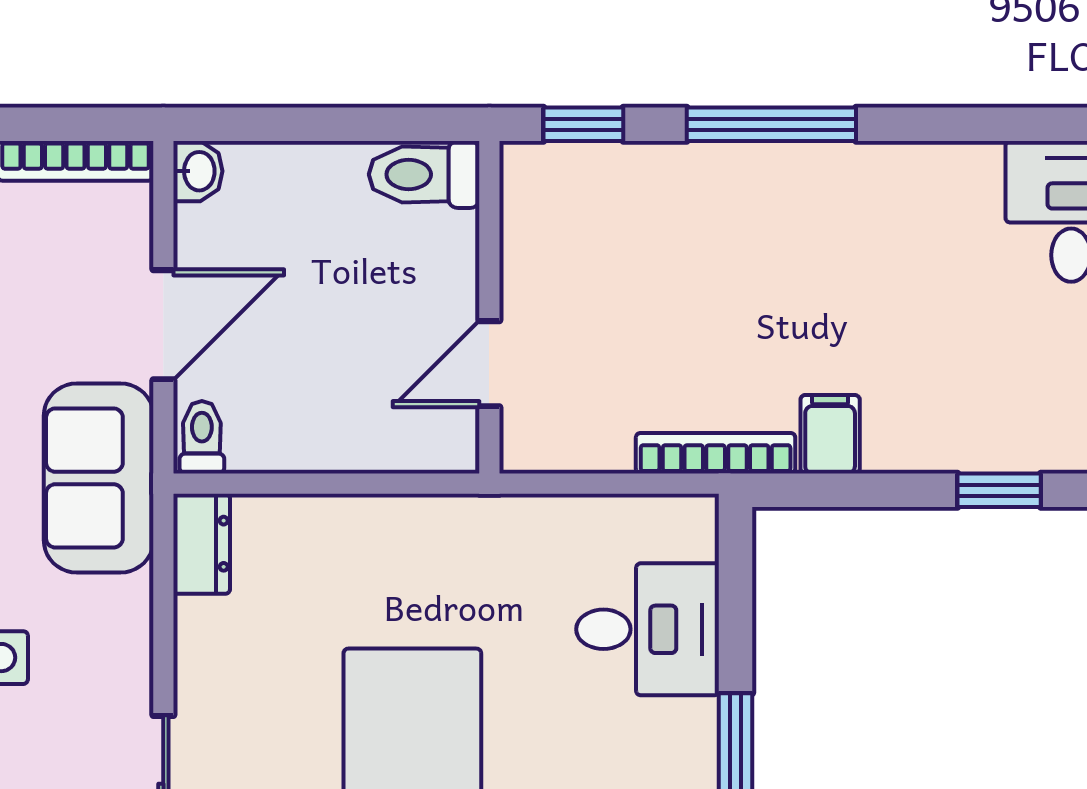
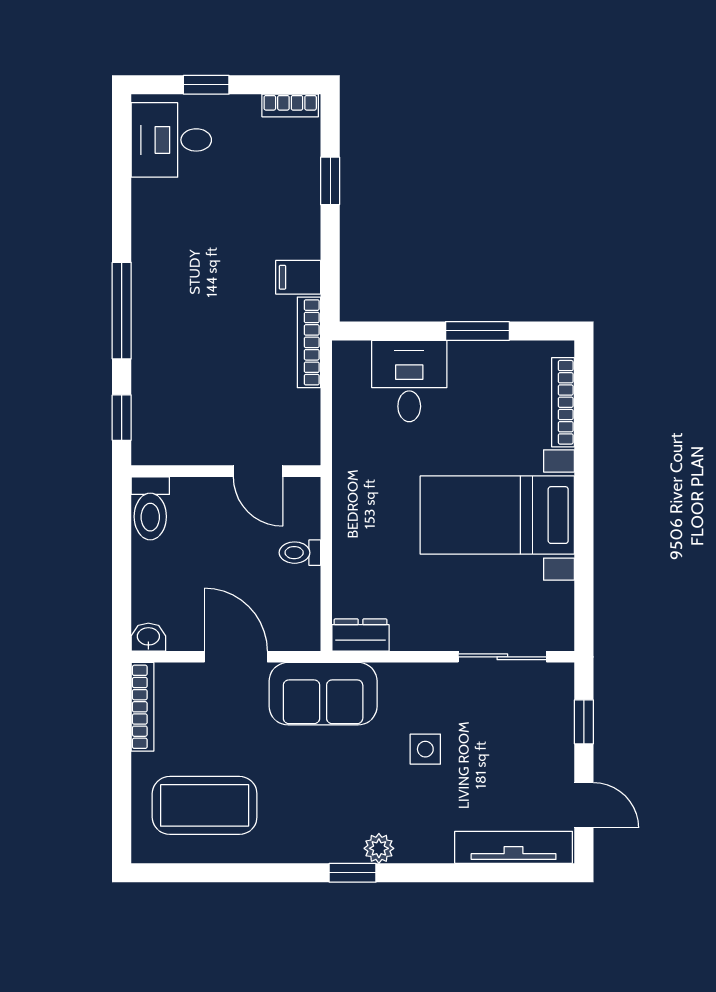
toilet: (202, 437) -> (300, 553), moved

